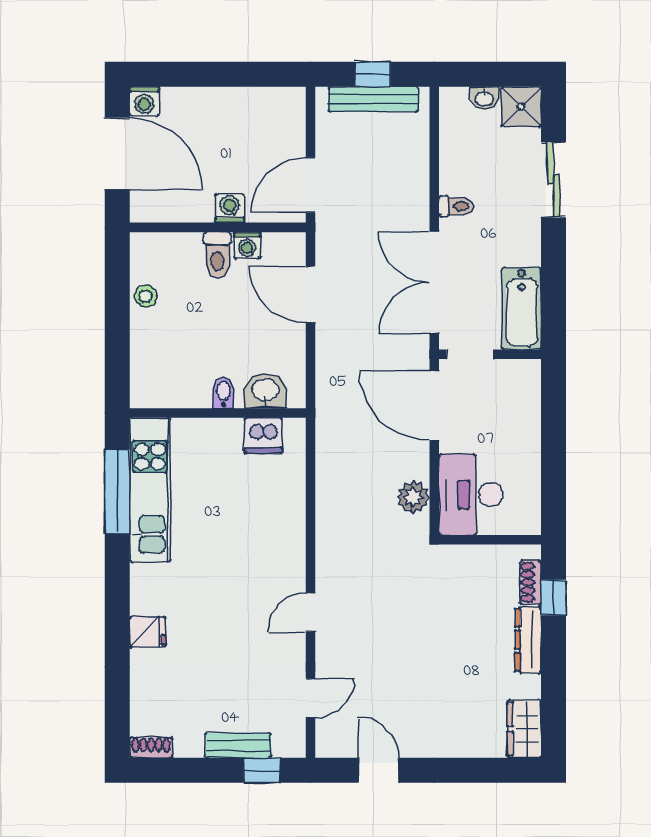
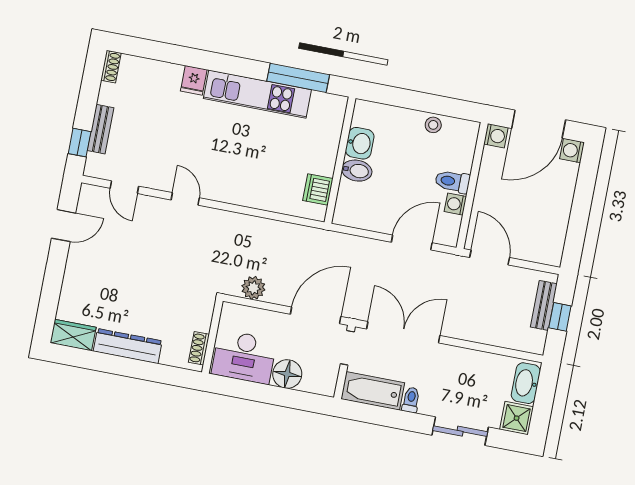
washbasin: (484, 98) -> (526, 383), width x1.91, depth x1.45
bench: (373, 99) -> (544, 305), width x0.73
toilet: (456, 206) -> (411, 400), moved, turned 180
washing machine: (230, 208) -> (496, 136), moved
washbasin: (265, 391) -> (360, 143), moved
bidet: (224, 393) -> (357, 171), width x1.38, depth x1.36
floor lamp: (521, 429) -> (287, 374), added
kitchen unit: (150, 490) -> (257, 94), moved
desk: (471, 495) -> (244, 357), moved, turned 180
shoe rack: (530, 582) -> (199, 348), moved, turned -90
window: (553, 598) -> (163, 374), removed
dresser: (528, 640) -> (128, 346), width x1.37, depth x1.24

